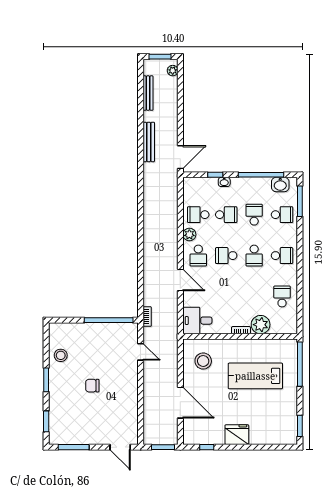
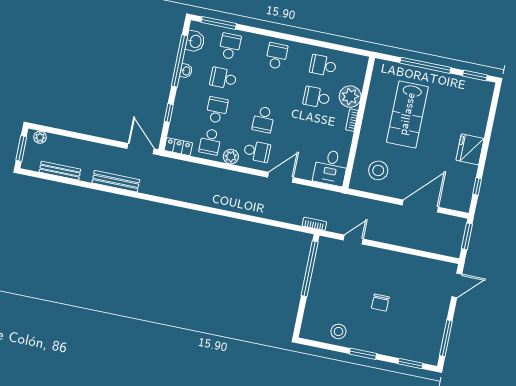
washbasin: (224, 182) -> (186, 71), moved
locker: (189, 189) -> (178, 147), added
school desk: (254, 256) -> (317, 97), moved, turned 180
window: (300, 364) -> (425, 65), moved

